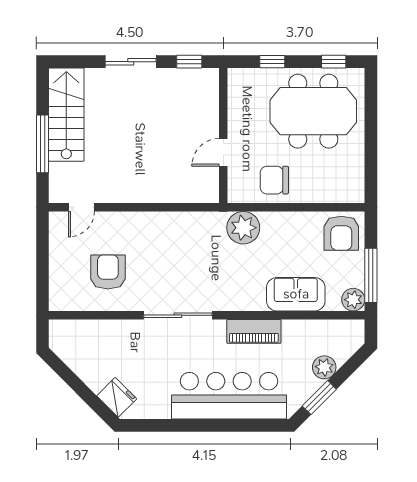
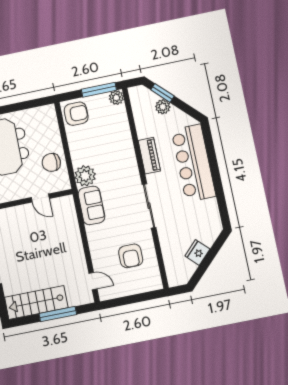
chair: (274, 180) -> (51, 162), turned 90
armchair: (108, 272) -> (131, 256), turned -90
sofa: (296, 294) -> (91, 205), moved, turned 180
fridge: (117, 397) -> (197, 253), moved
window: (319, 398) -> (162, 93), moved

